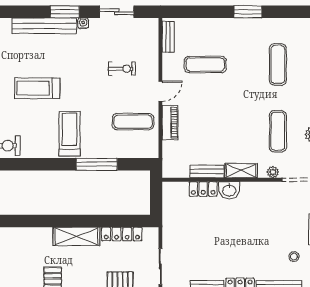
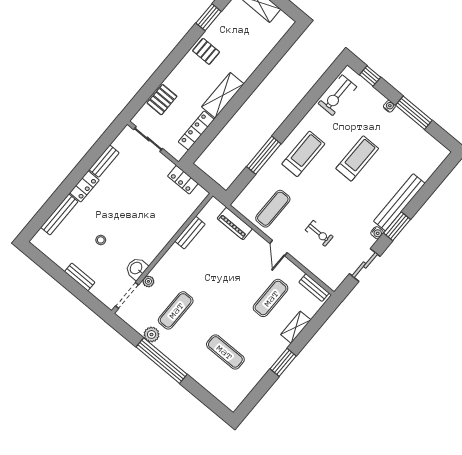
exercise bike: (122, 69) -> (319, 233), turned -90
piano: (170, 123) -> (235, 224), moved
exercise mat: (278, 131) -> (176, 310), turned 90
treadmill: (69, 134) -> (303, 154), turned -90
shelving: (241, 171) -> (296, 327), moved
locker: (203, 189) -> (183, 180), moved, turned -90
washbasin: (229, 190) -> (136, 268), moved
stool: (294, 257) -> (101, 240), moved

